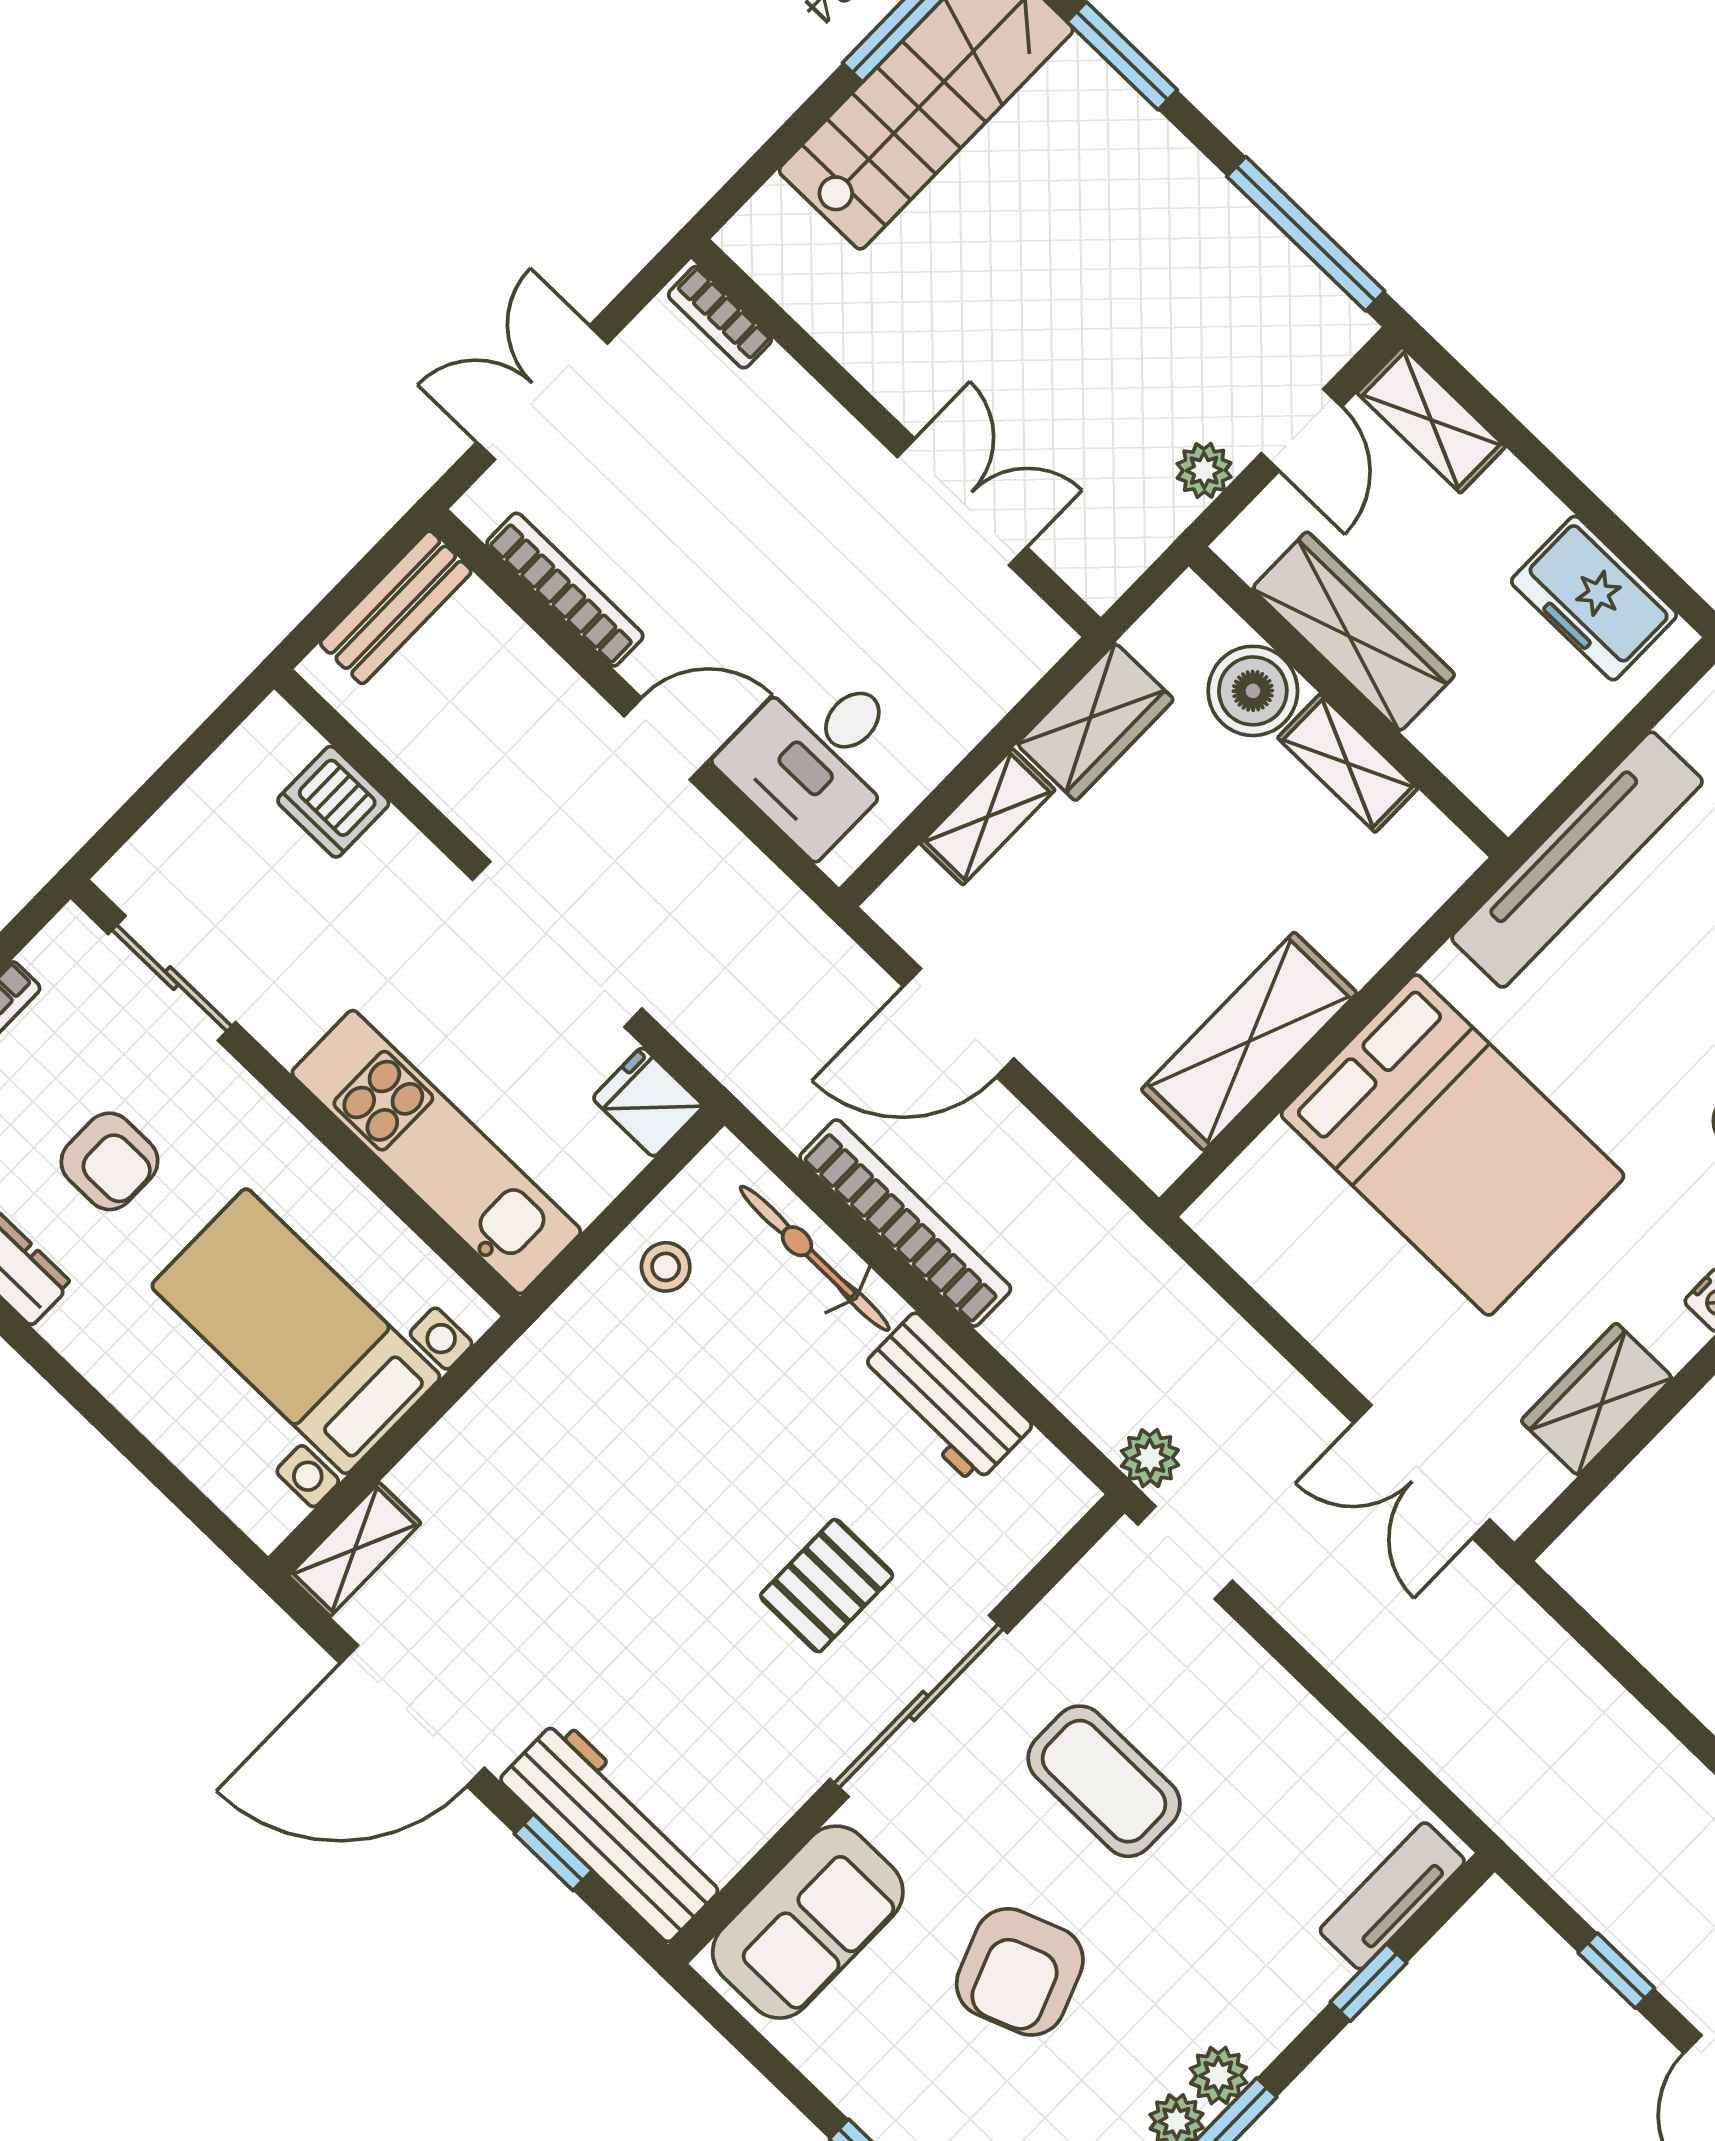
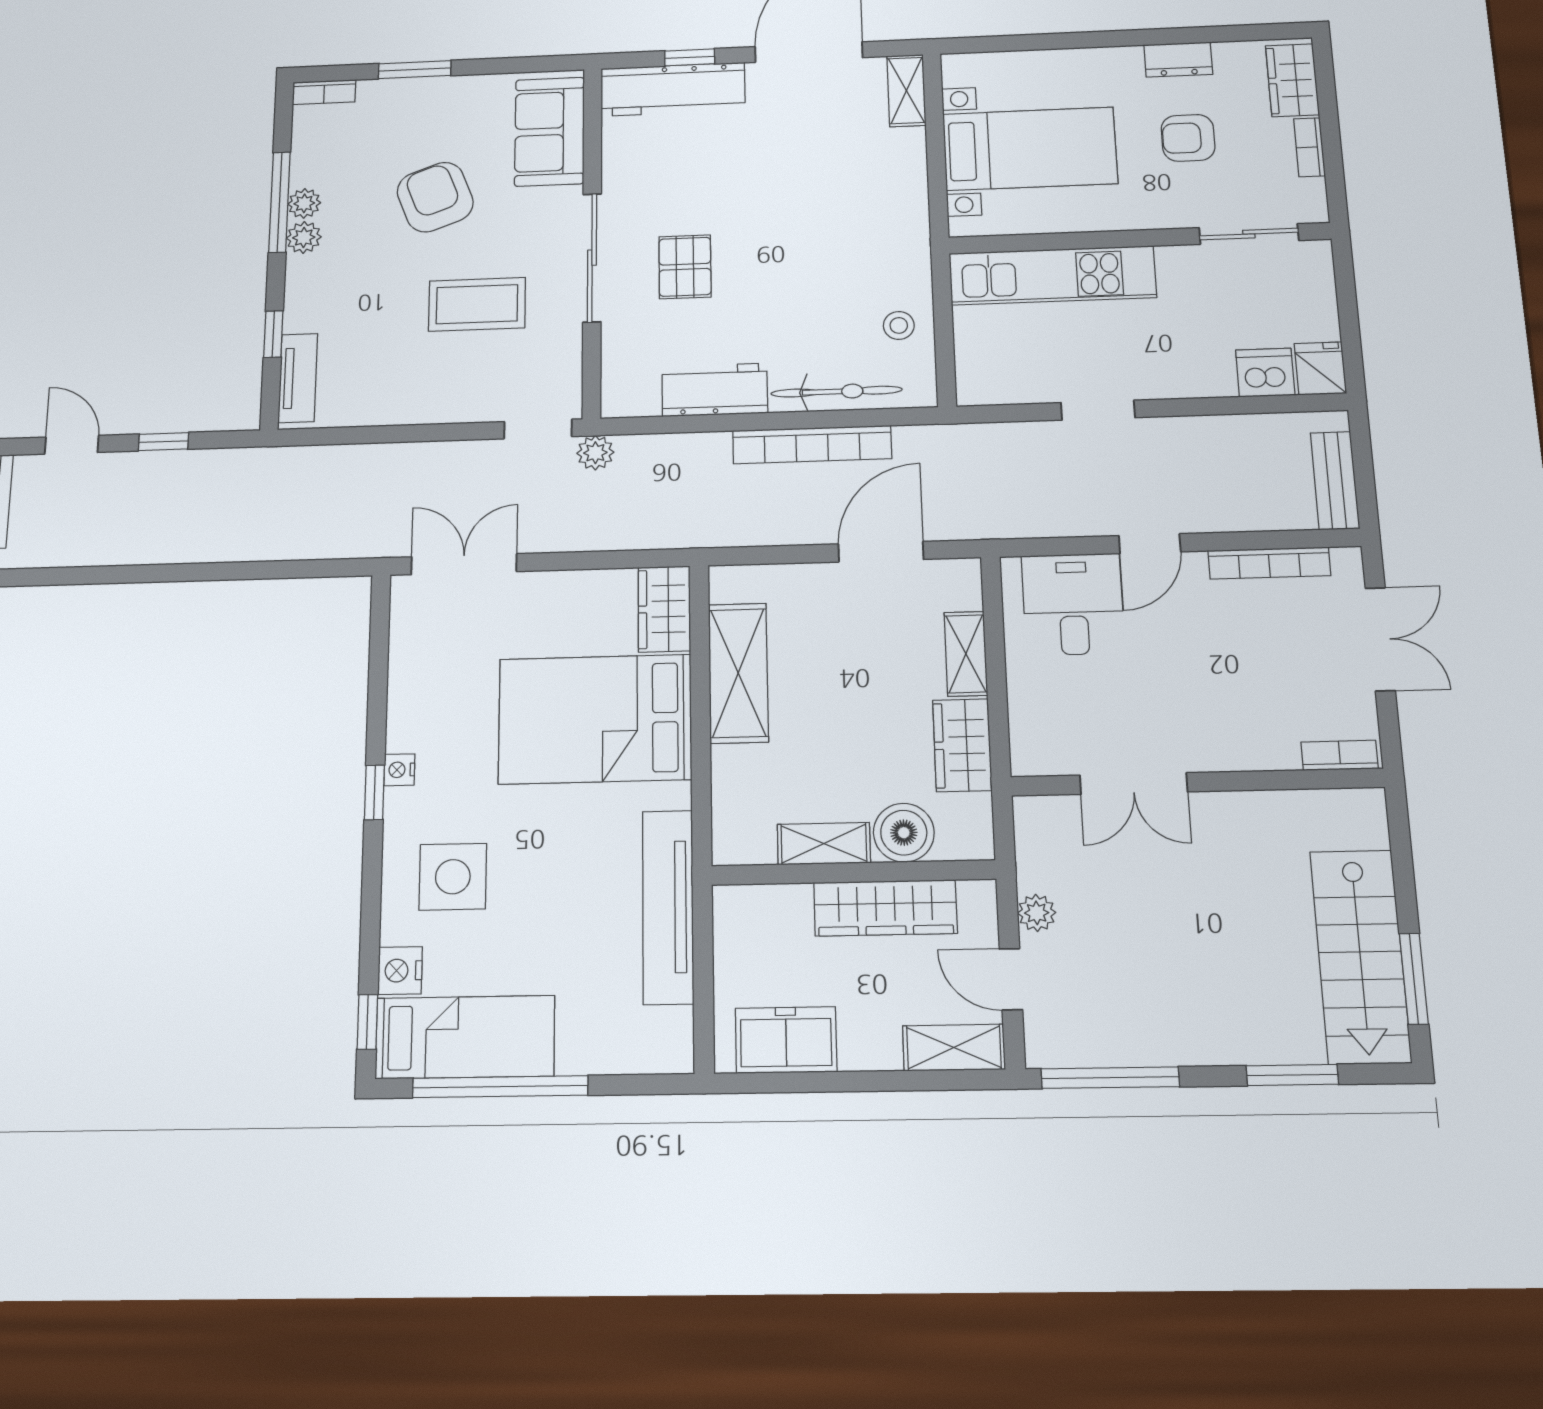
doorway: (557, 944) -> (1098, 410), width x0.53
fridge: (648, 1102) -> (1320, 368), moved, turned -90
wardrobe: (1597, 1399) -> (664, 609), moved, turned 180

